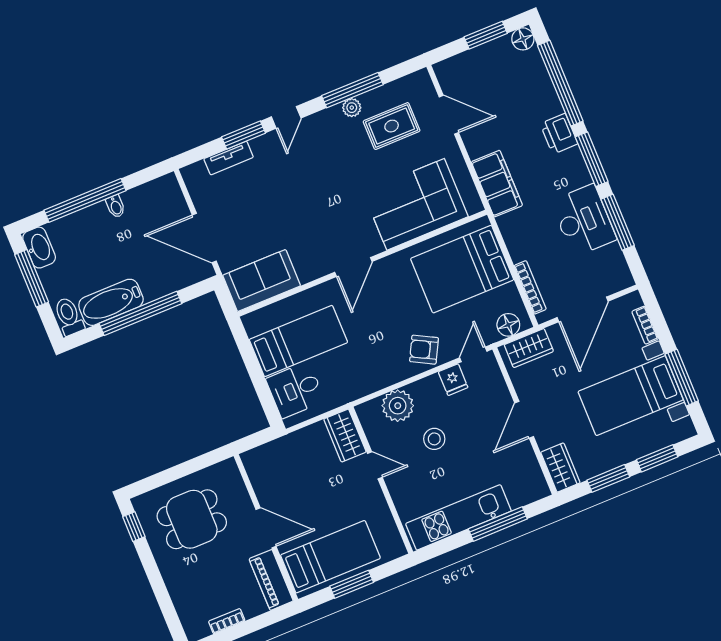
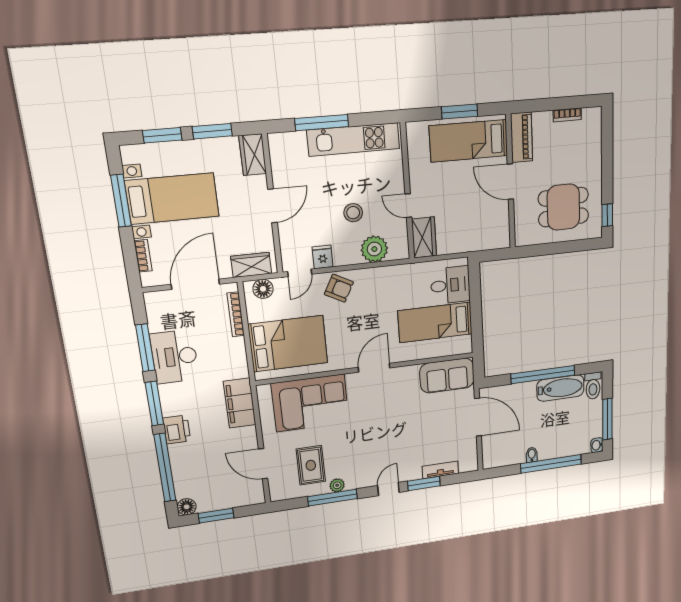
rug: (392, 126) -> (311, 465), turned 90
washbasin: (39, 248) -> (597, 445), width x0.52, depth x0.69

